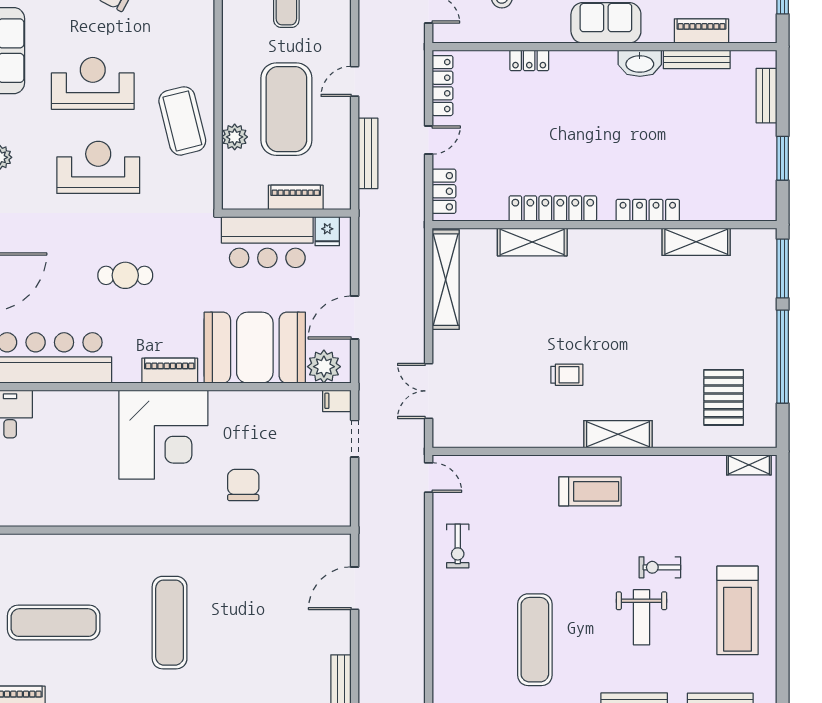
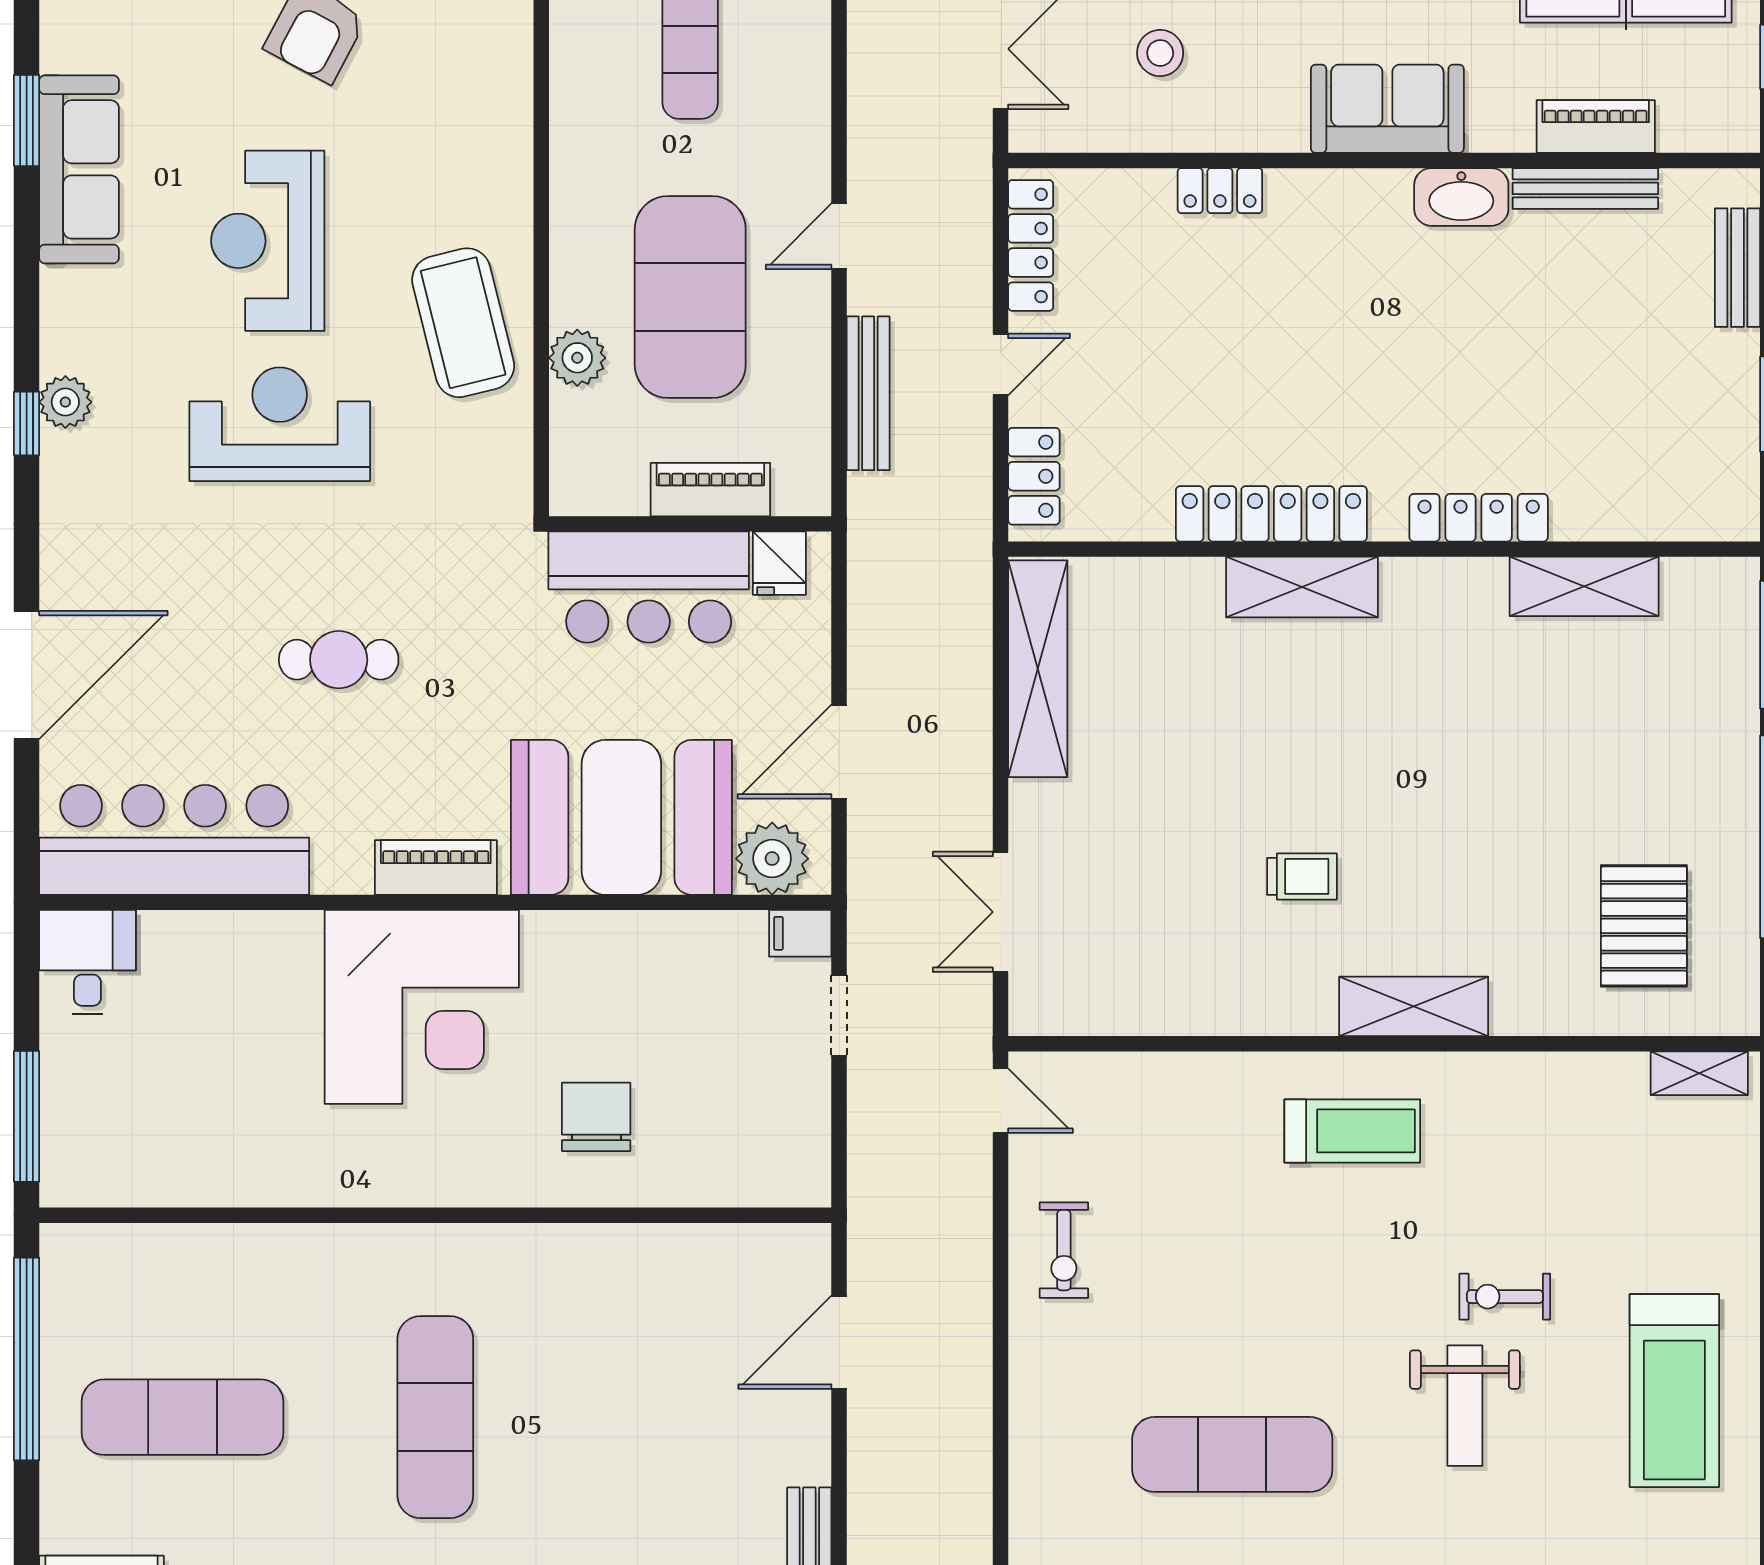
reception desk: (93, 83) -> (268, 241), turned -90
shelving: (532, 242) -> (1302, 587), moved
exercise mat: (535, 640) -> (1232, 1454), turned 90

